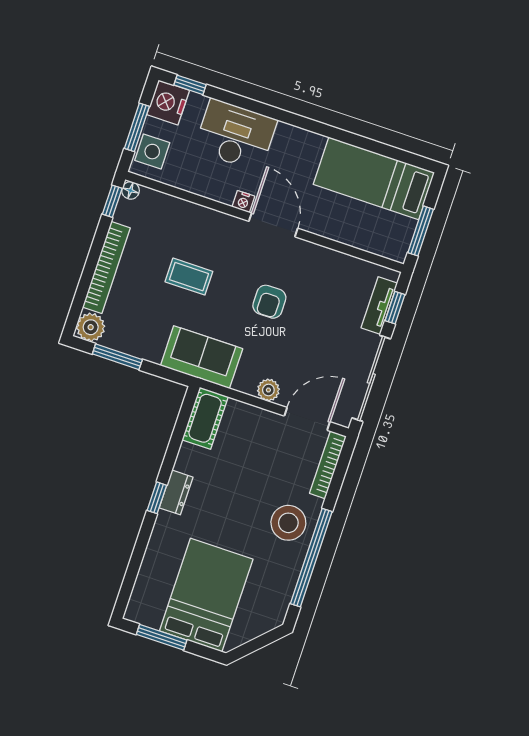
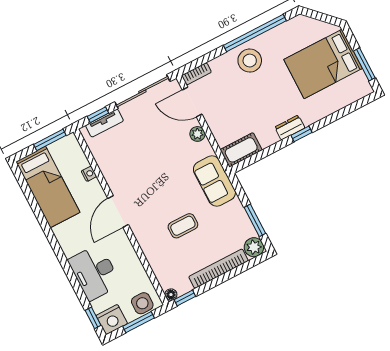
nightstand: (243, 202) -> (89, 174), moved
coffee table: (189, 277) -> (183, 226), turned 90
armchair: (269, 302) -> (156, 176), removed
bookcase: (328, 465) -> (196, 74), width x0.64

